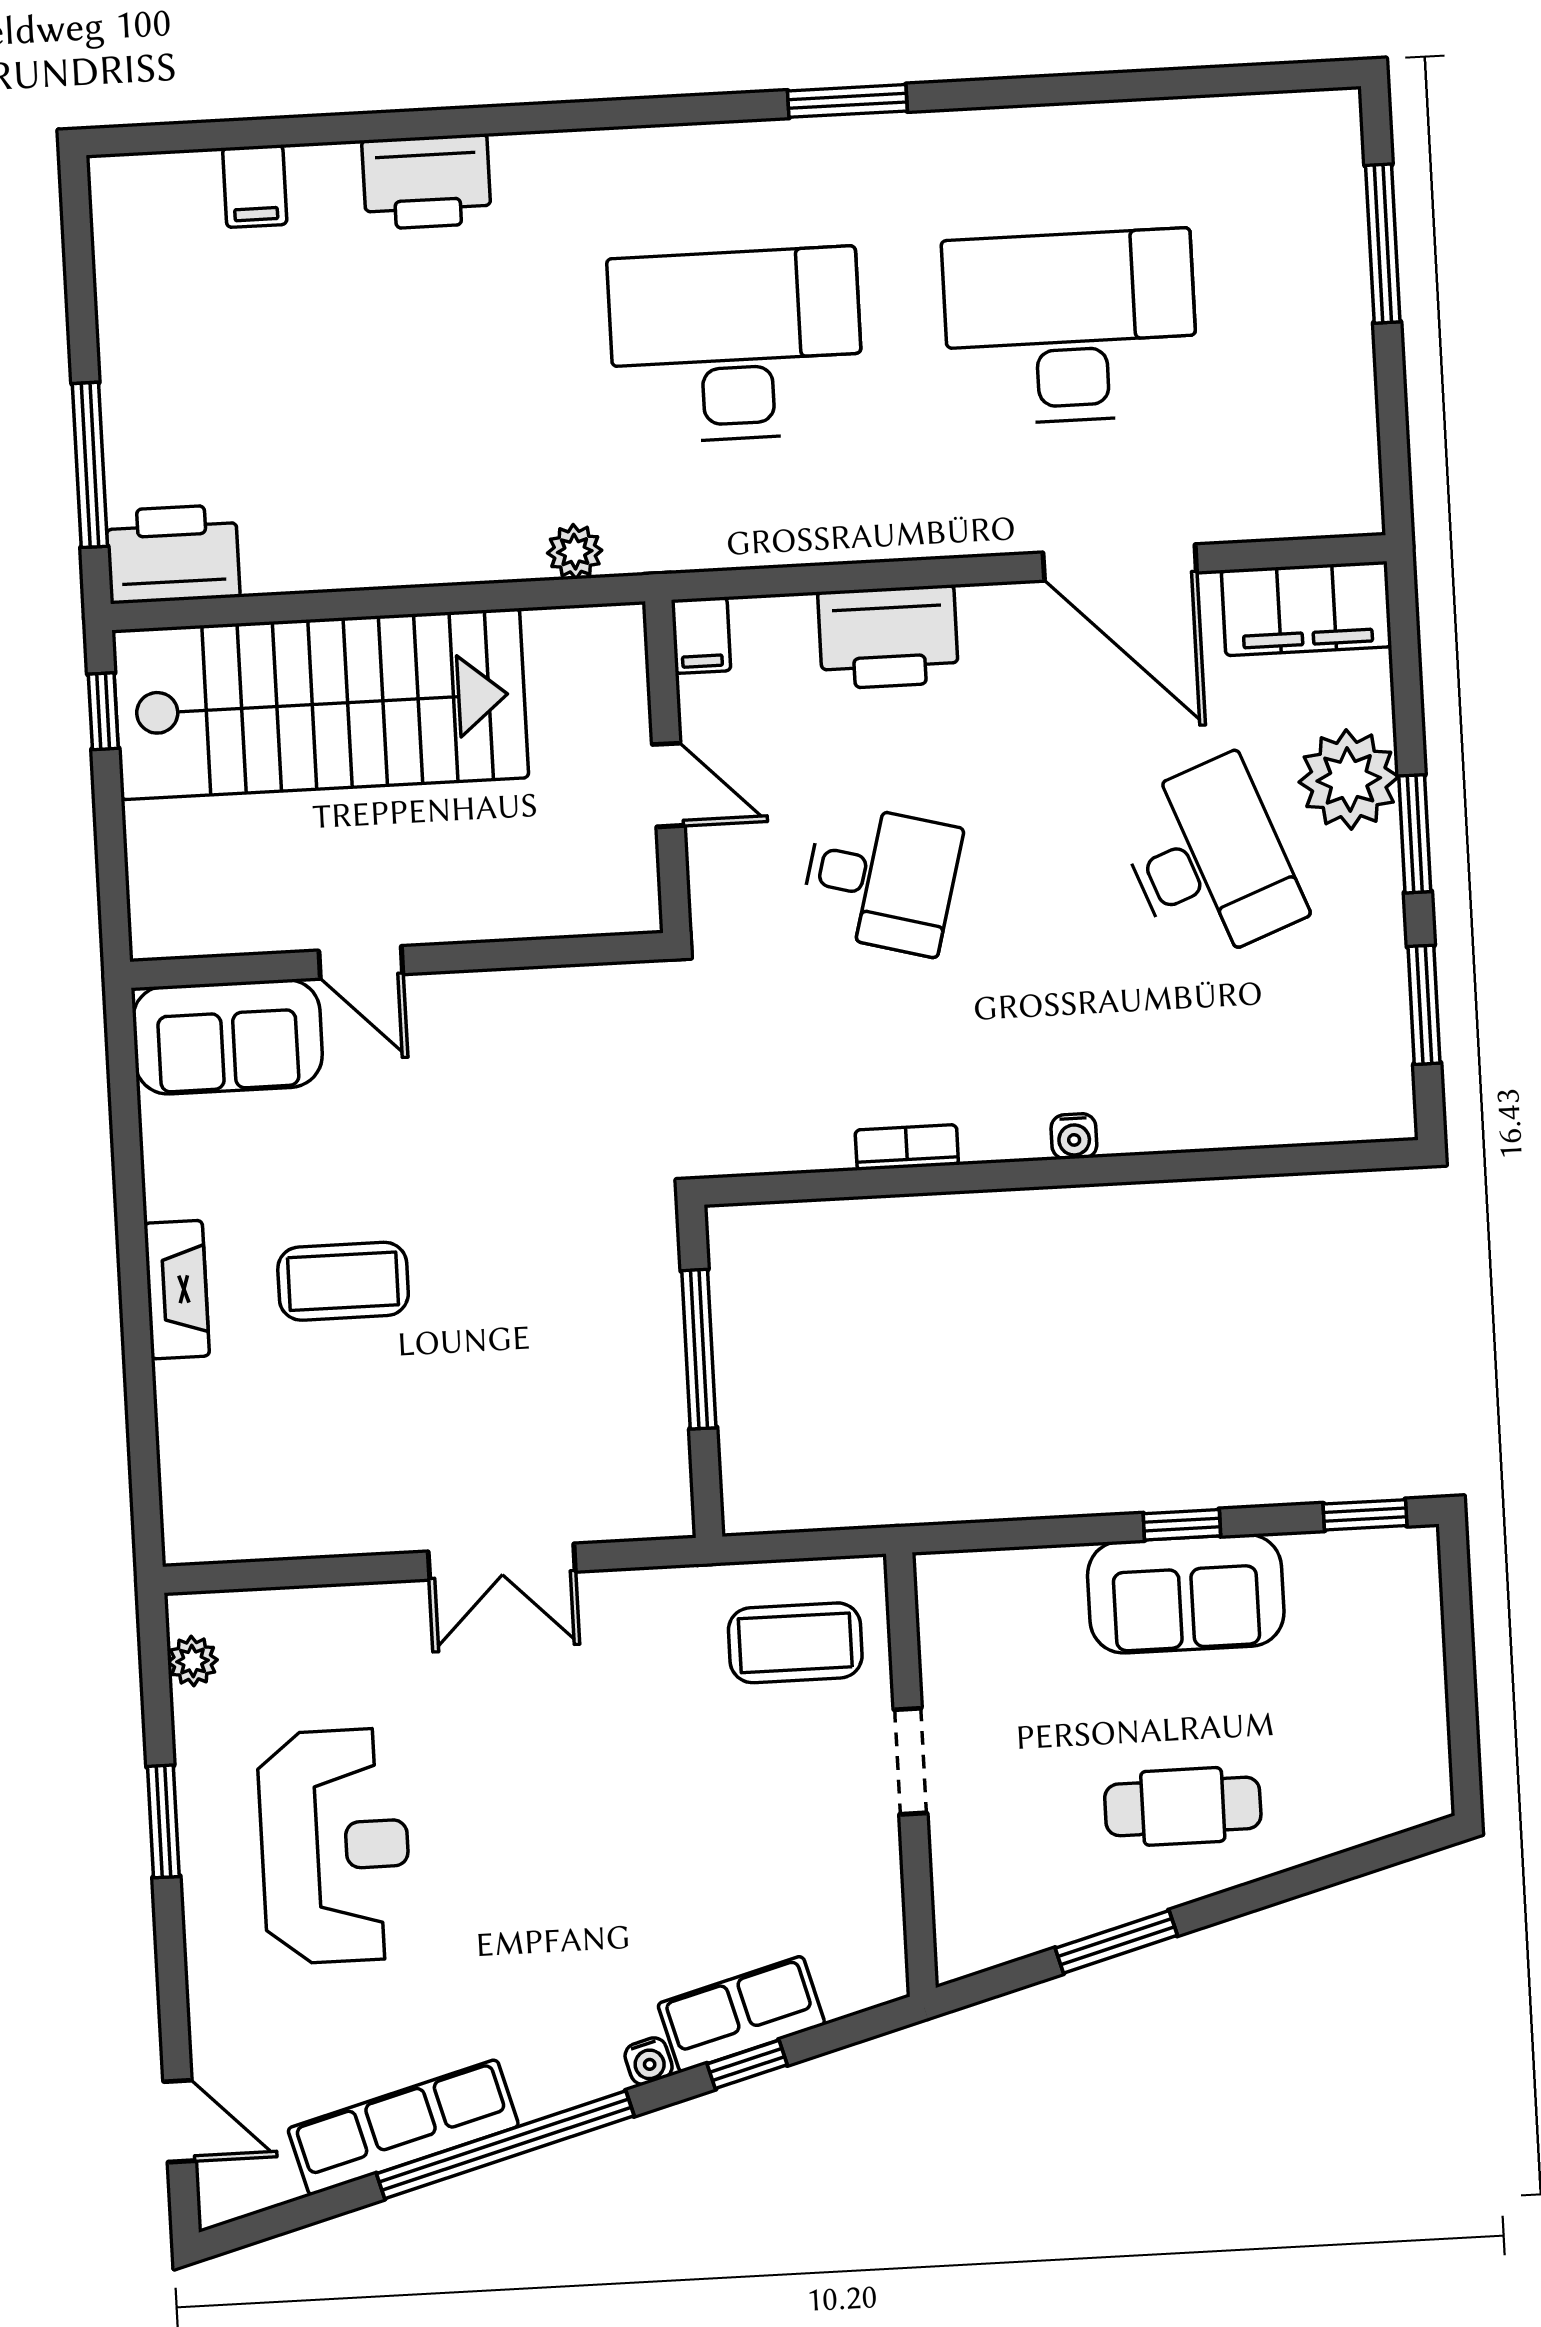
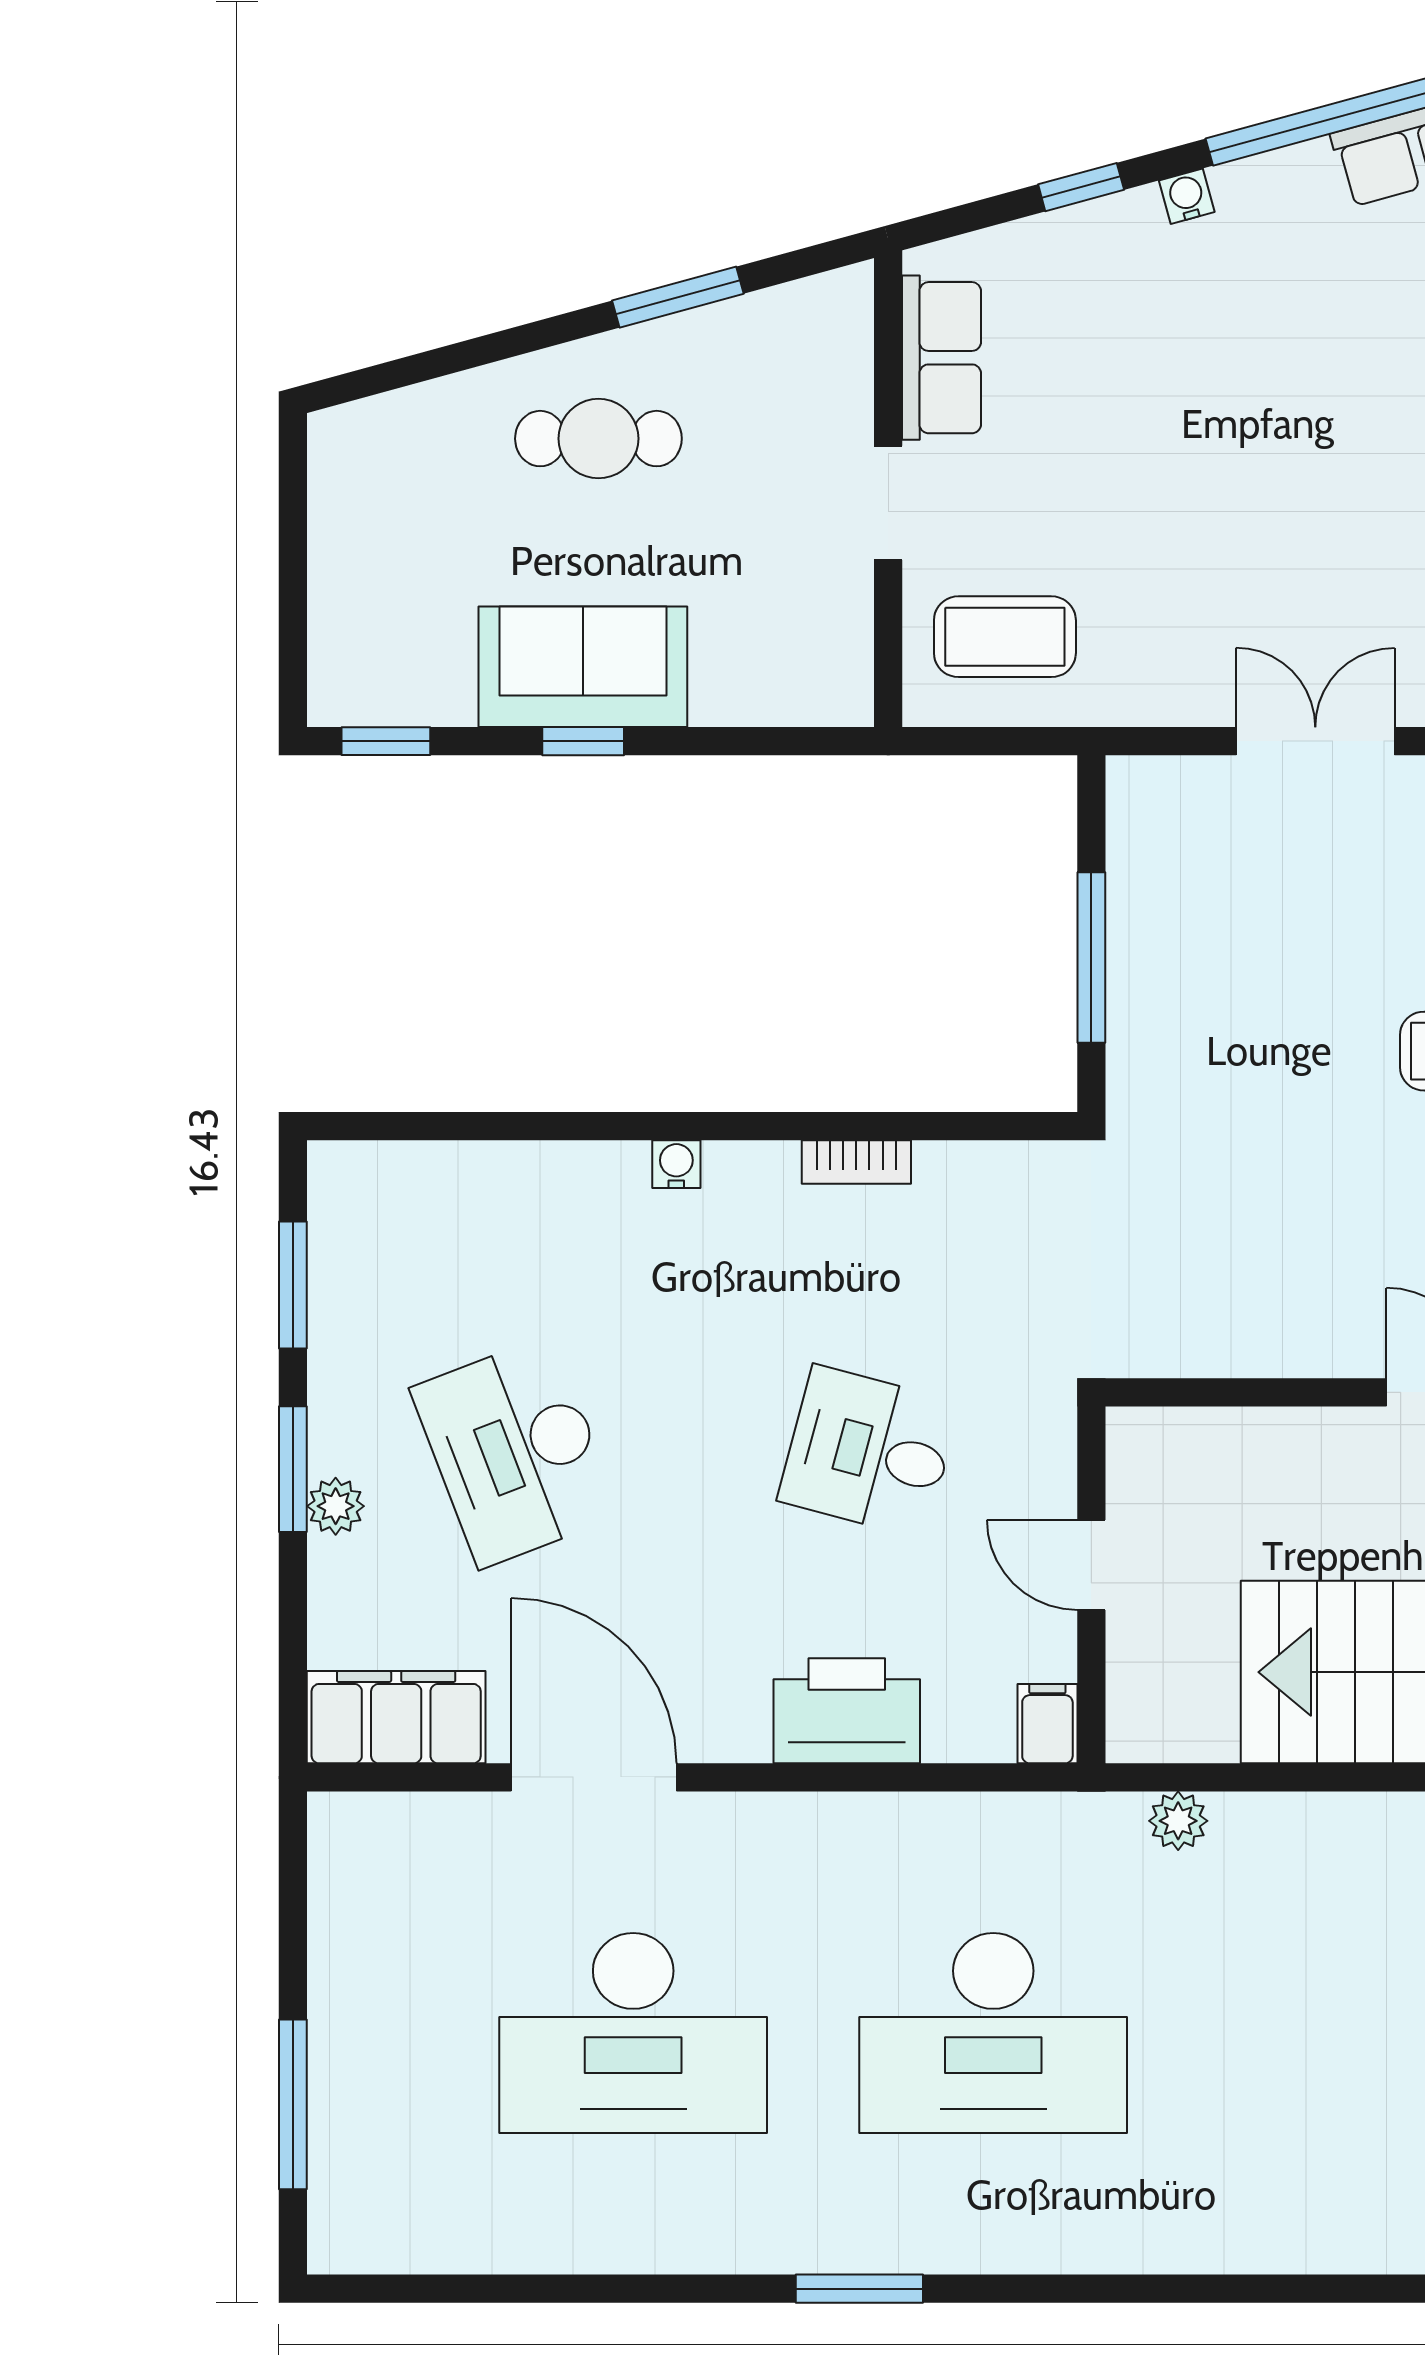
printer: (427, 182) -> (1316, 2226), removed
plant: (1349, 779) -> (336, 1506), width x0.53, depth x0.53
row of seats: (741, 2014) -> (942, 358), moved, turned -75

